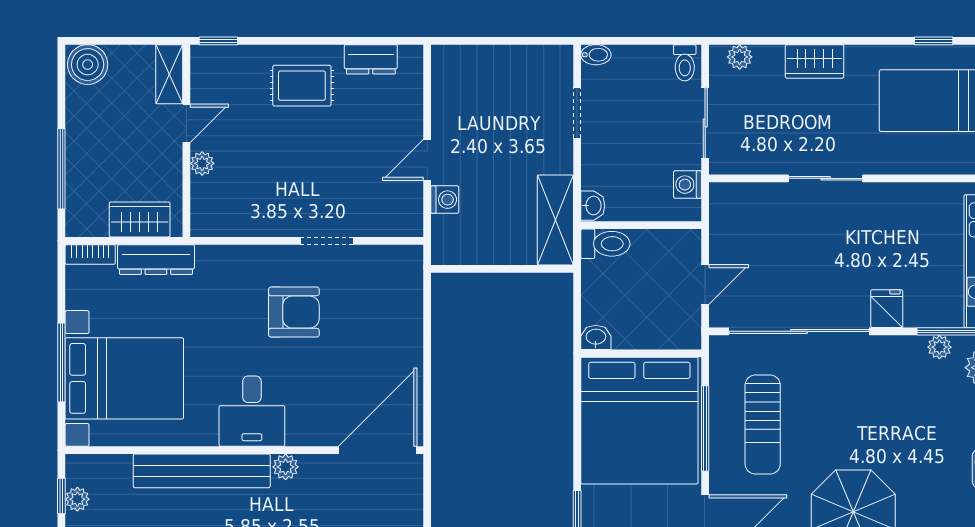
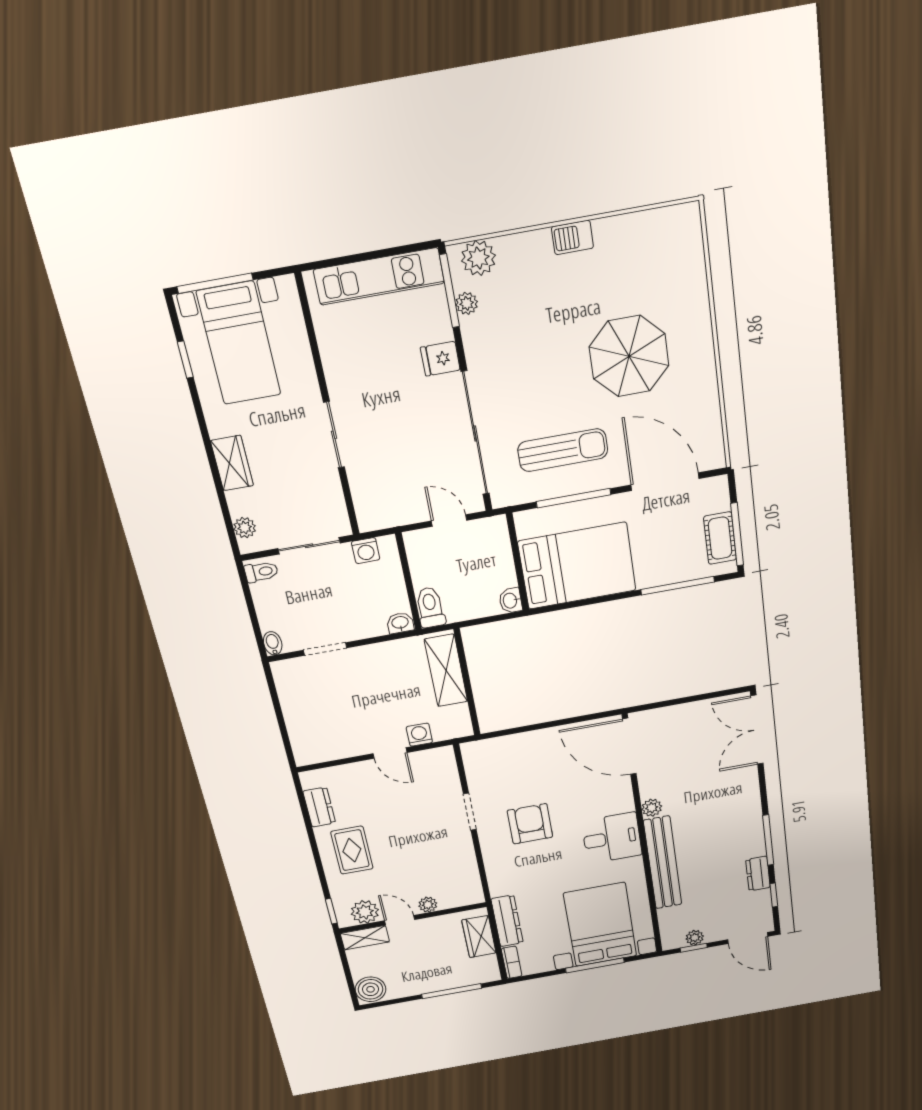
plant: (208, 82) -> (365, 912), added
shelving: (555, 220) -> (446, 670), moved, turned 90
bed: (639, 421) -> (577, 566), width x0.73

